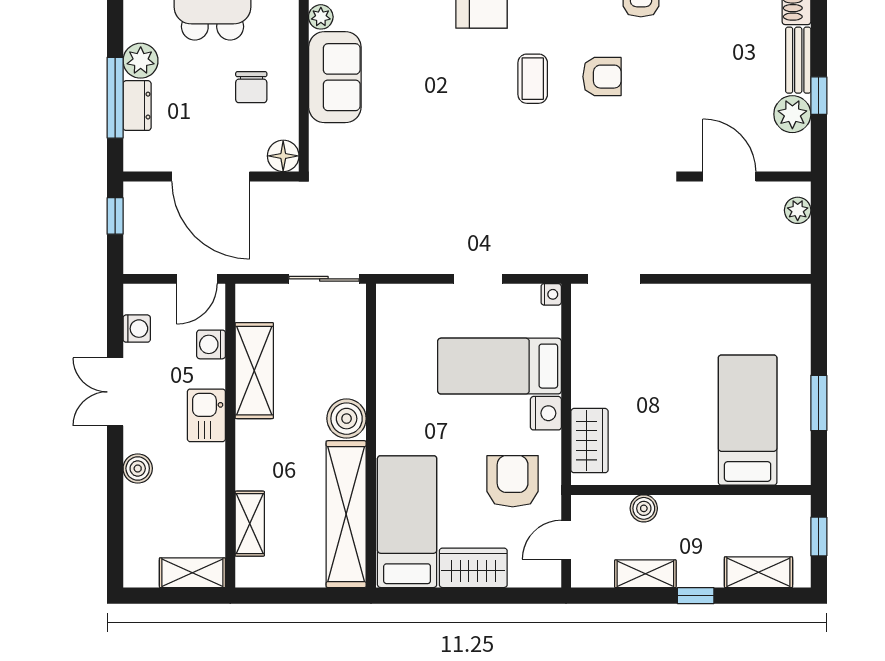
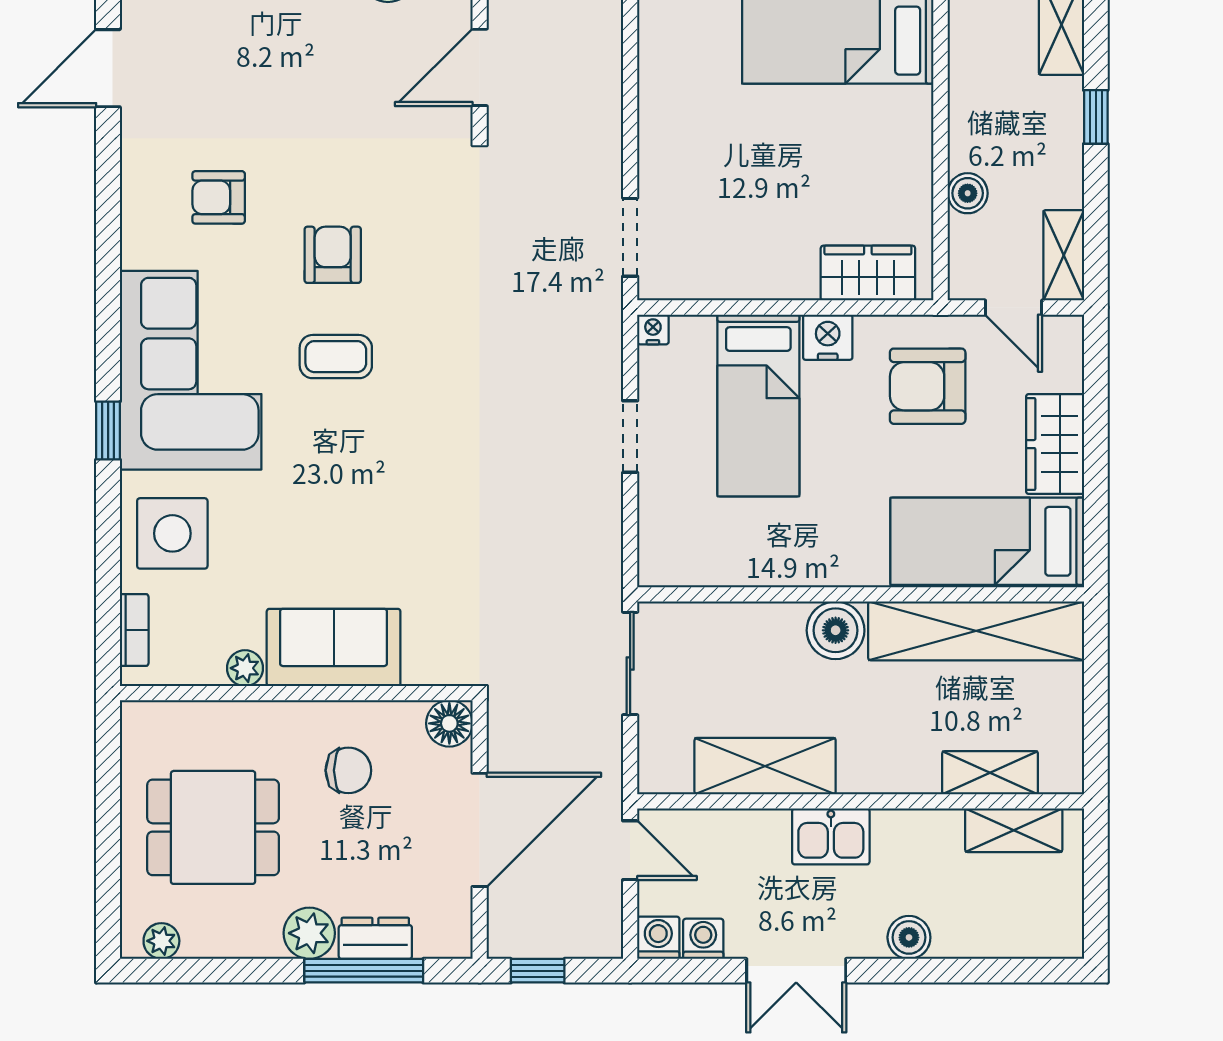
washing machine: (211, 344) -> (658, 938), moved, turned 180
shelving: (192, 573) -> (1014, 830), moved, turned 90
shelving: (645, 574) -> (1064, 255), moved

